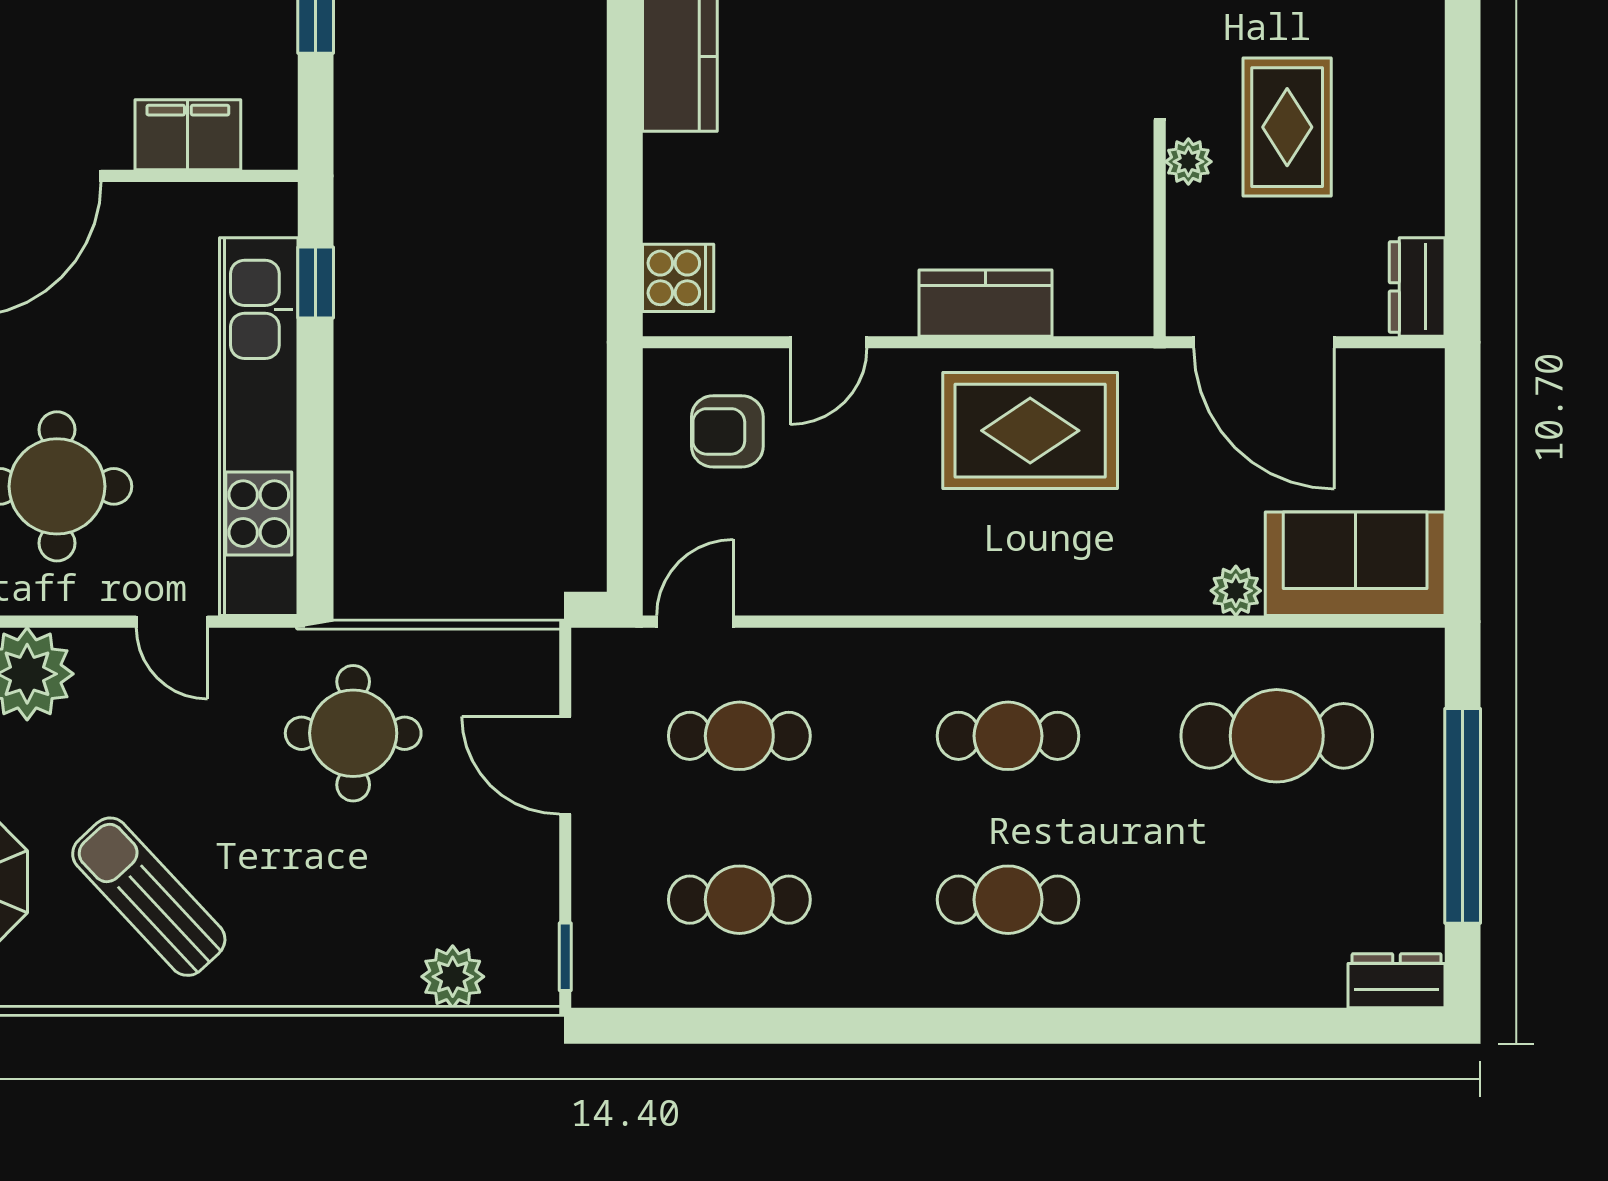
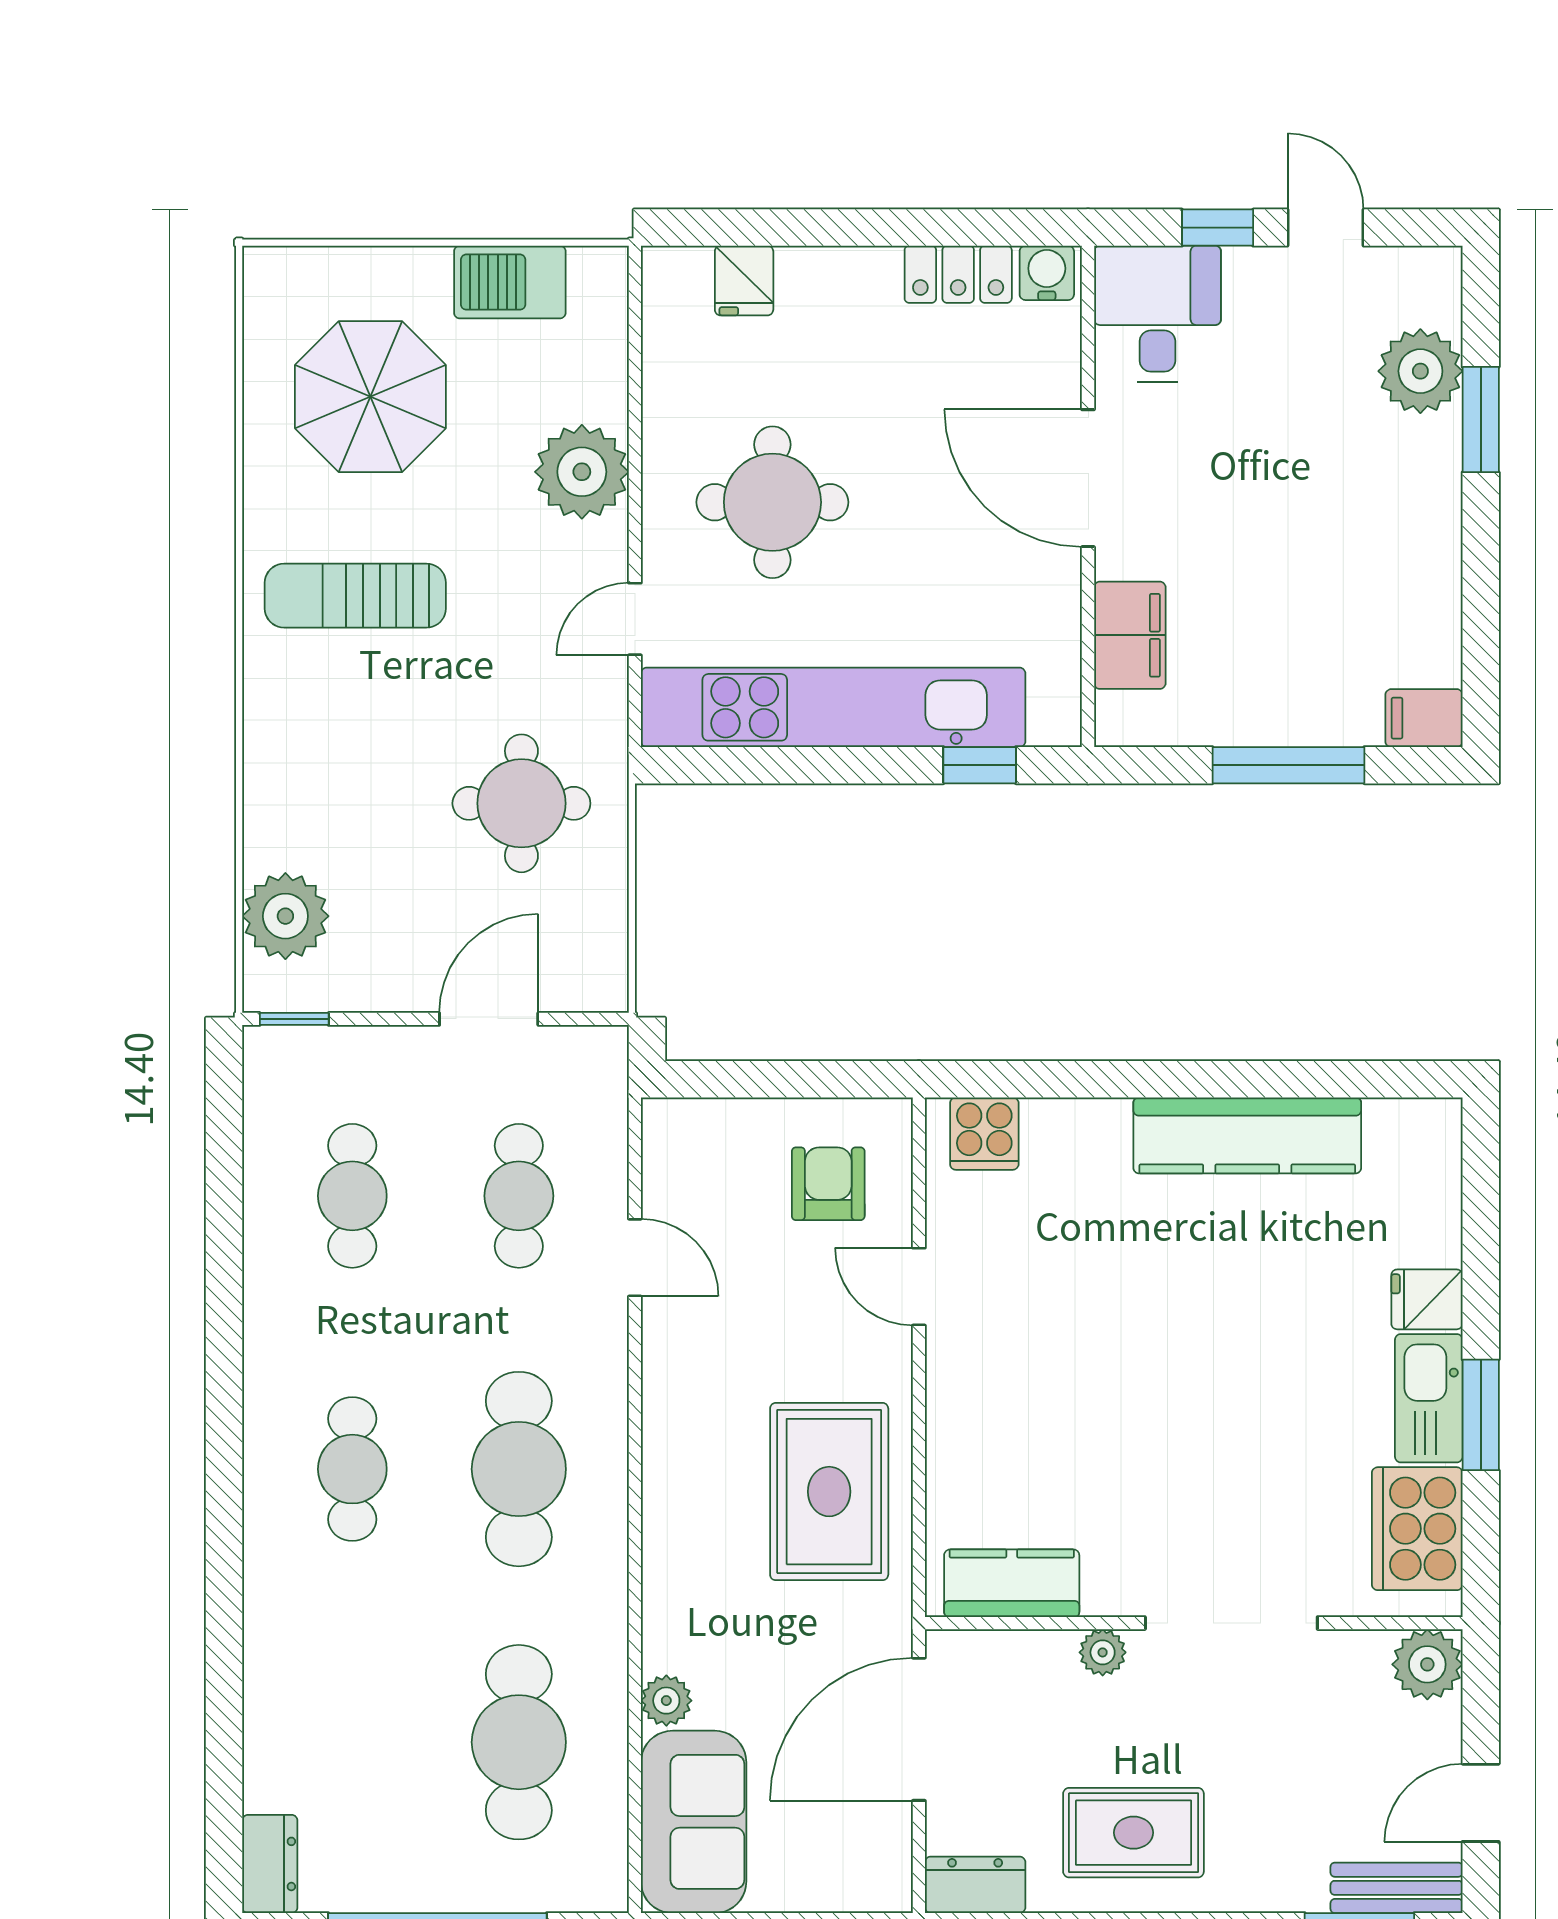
rug: (1287, 127) -> (1133, 1833), moved
kitchen counter: (986, 303) -> (1012, 1583), moved, turned -90
door: (695, 622) -> (635, 1258), moved
cafe table: (1008, 736) -> (519, 1469), width x1.37, depth x1.35
sun lounger: (149, 897) -> (355, 596), turned -137
plant: (453, 977) -> (285, 916), width x1.36, depth x1.36

